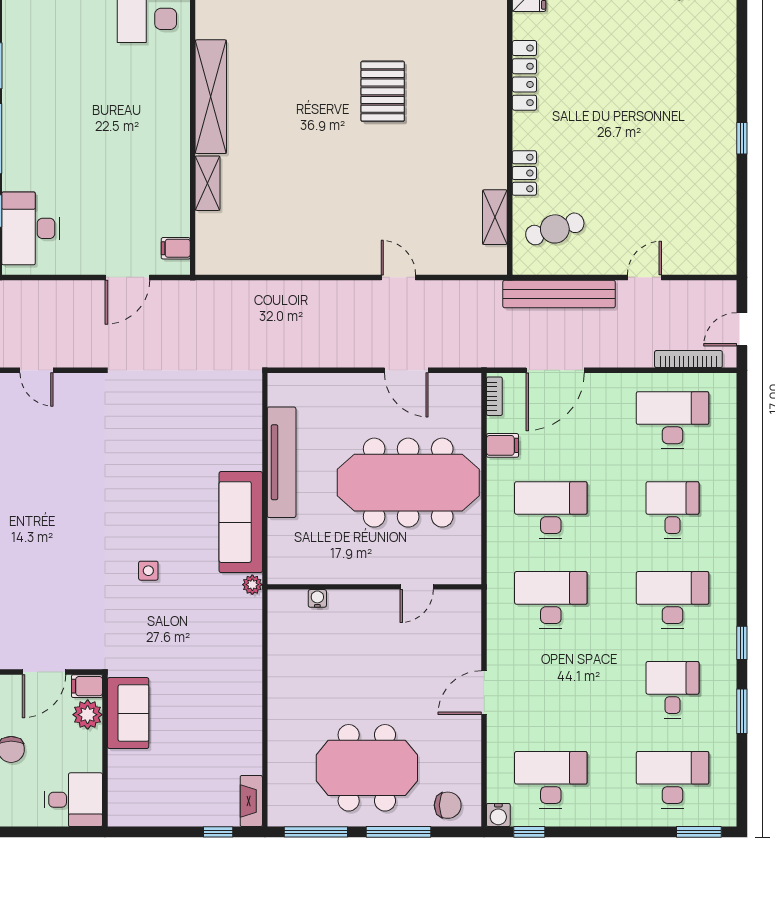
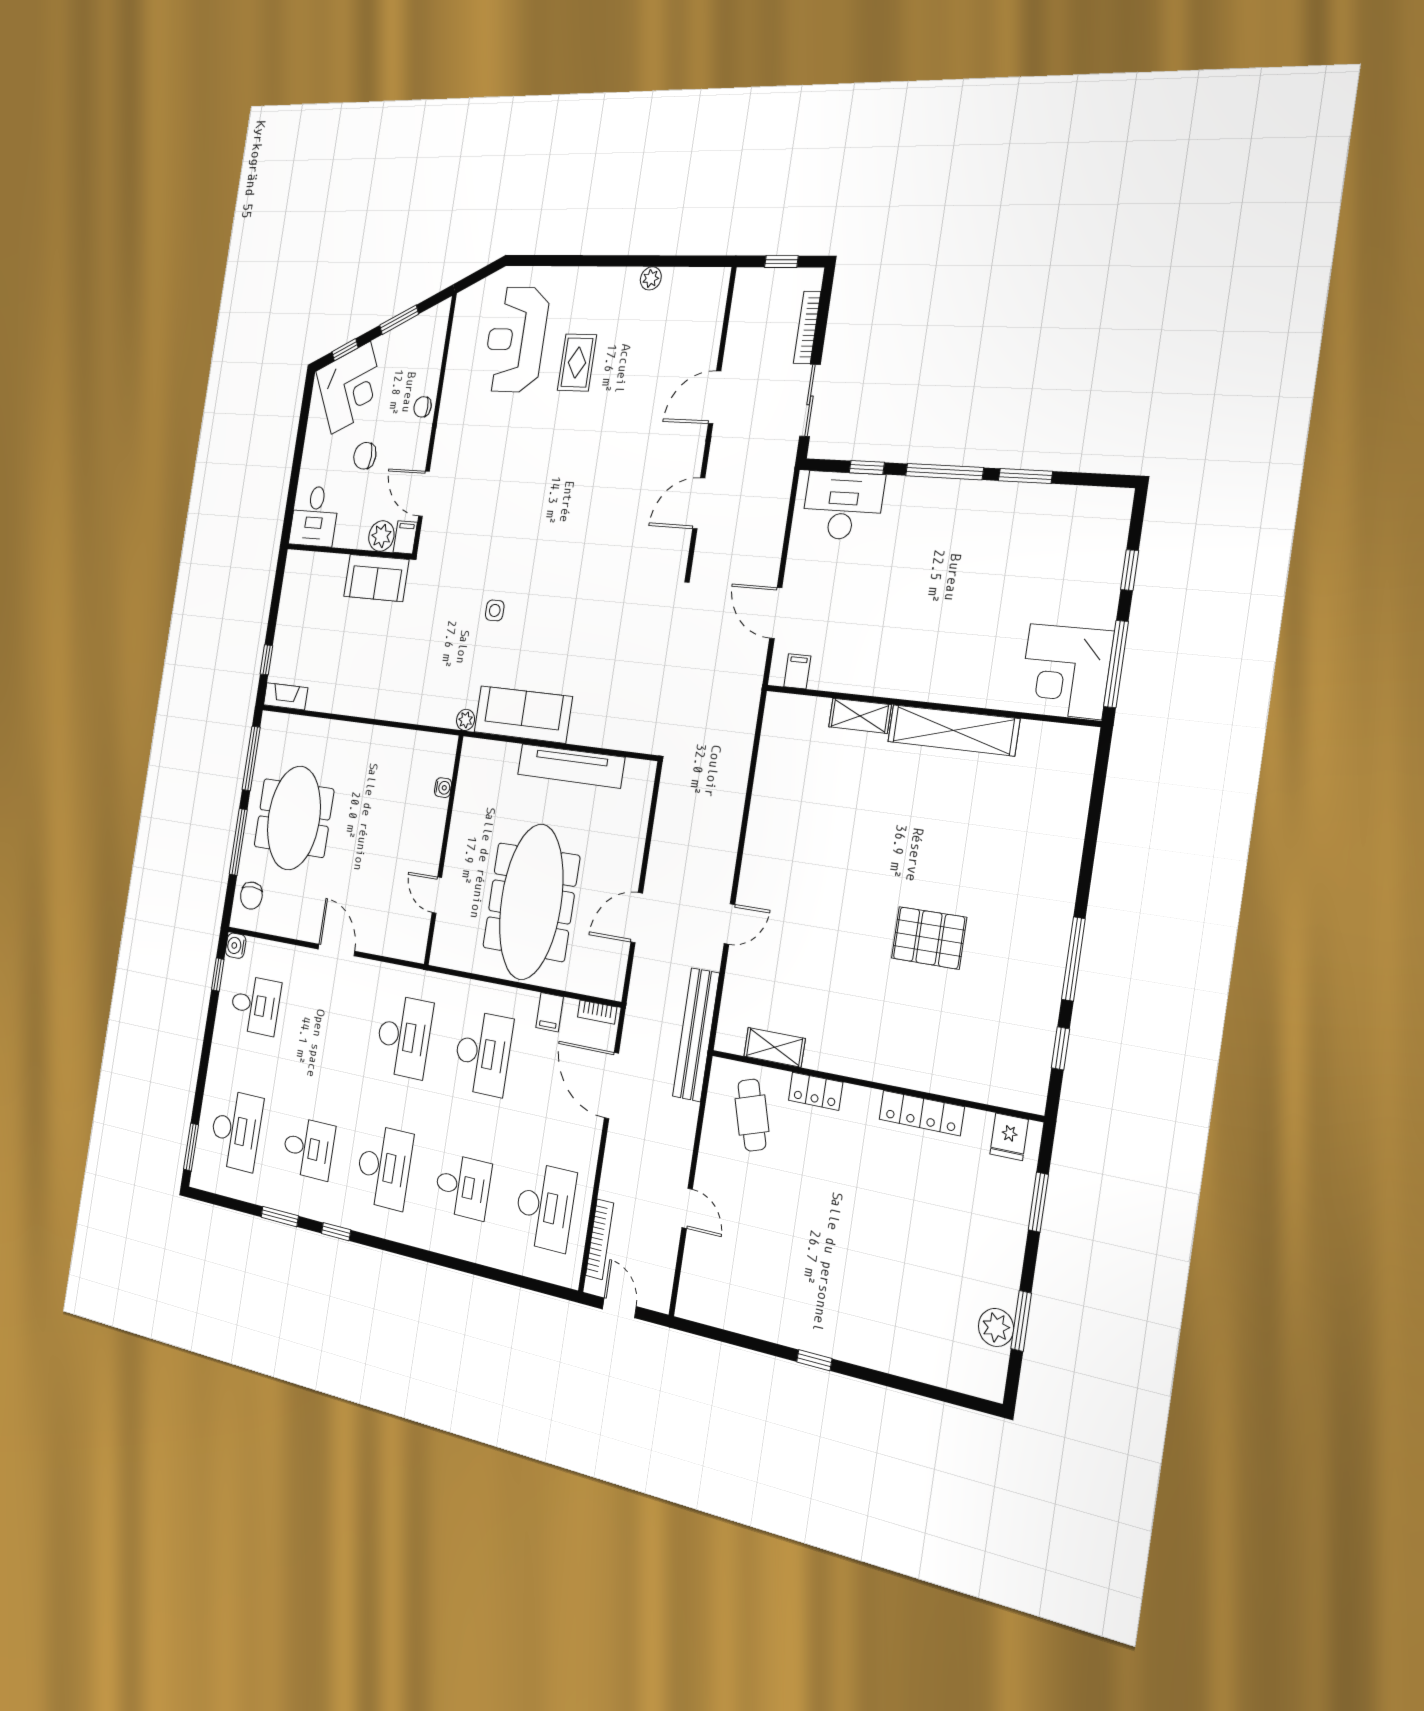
bench: (559, 294) -> (696, 1035), moved
door: (36, 370) -> (699, 503), width x1.37
desk: (551, 780) -> (255, 1005), width x0.73

